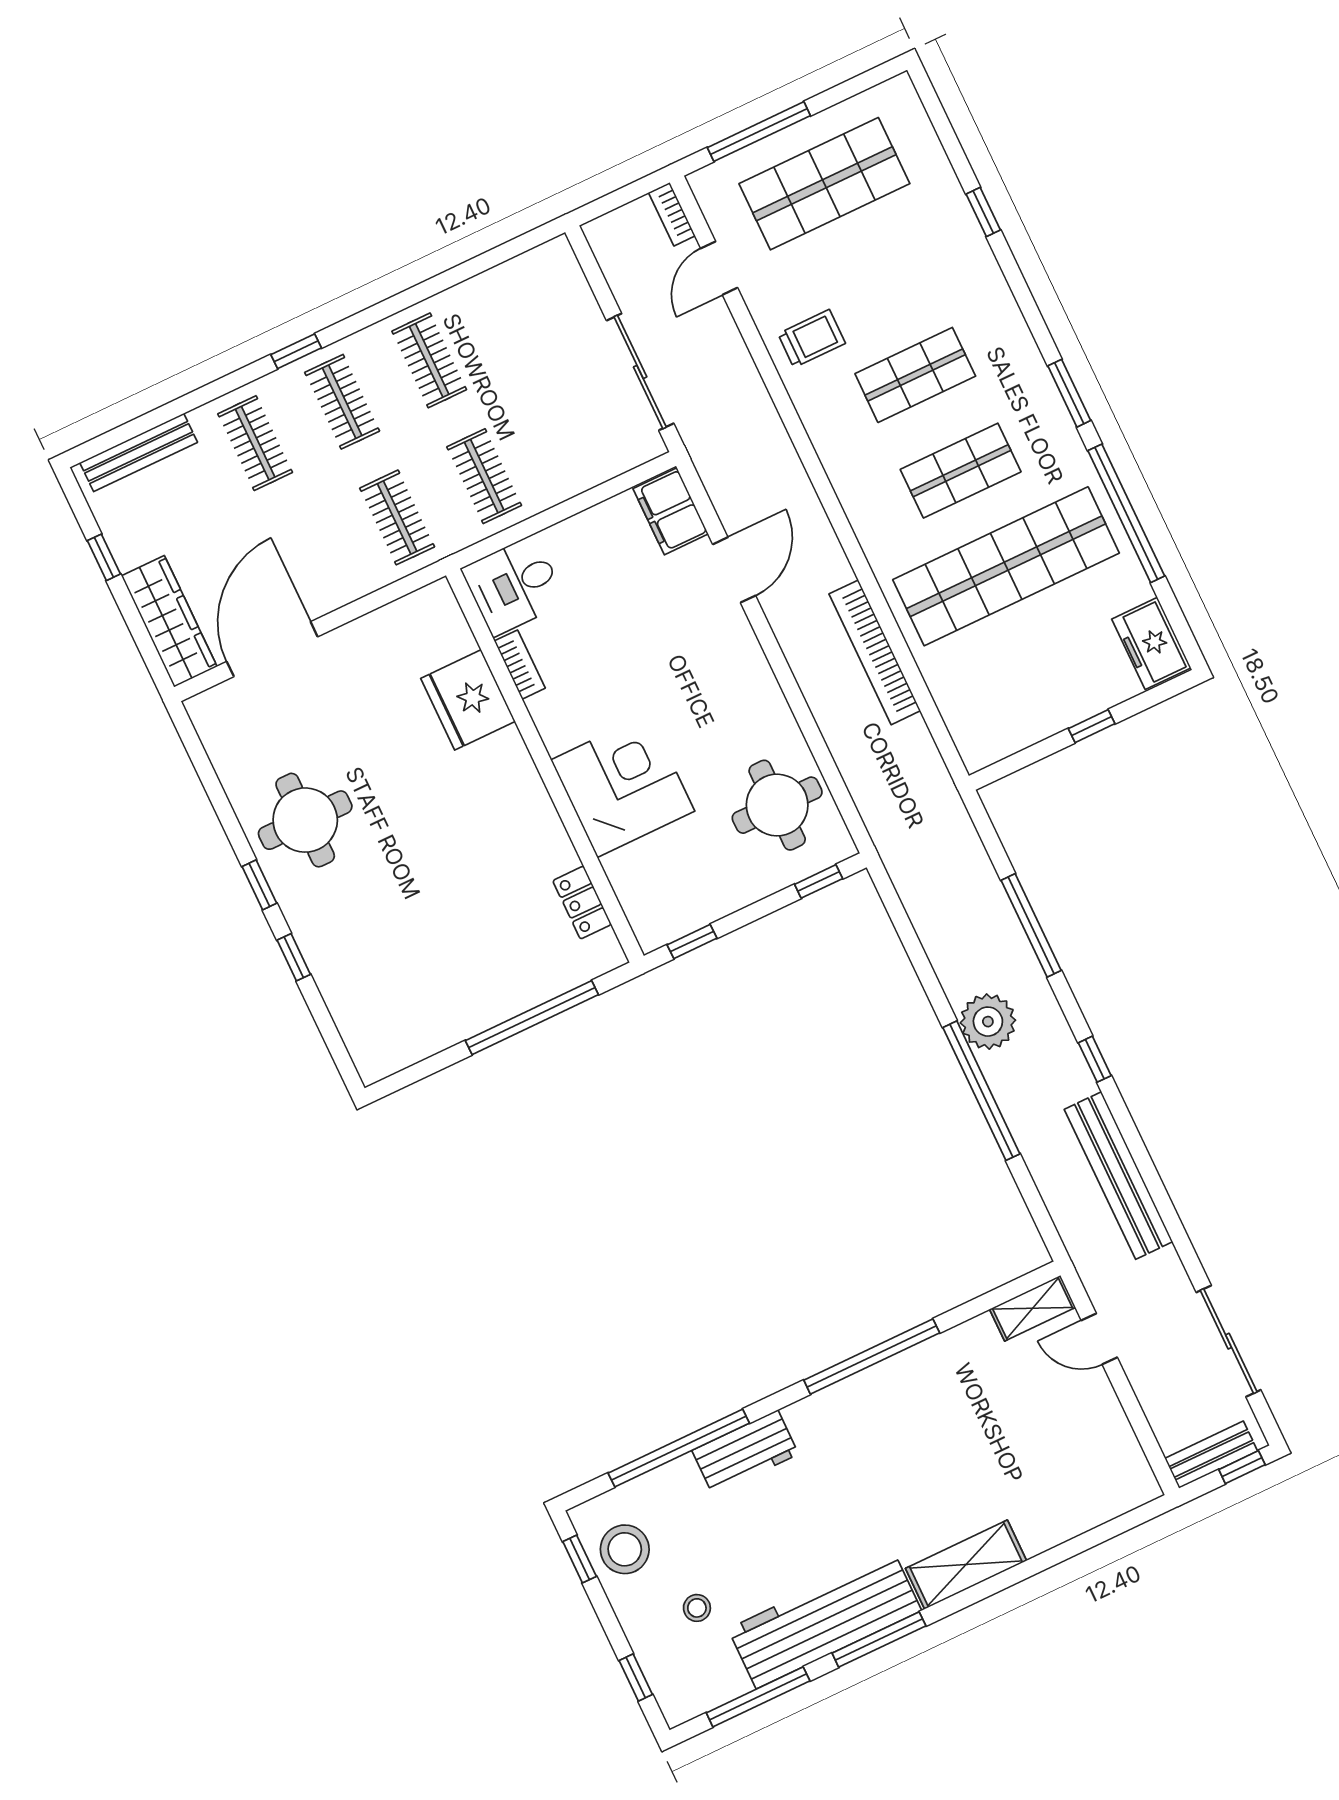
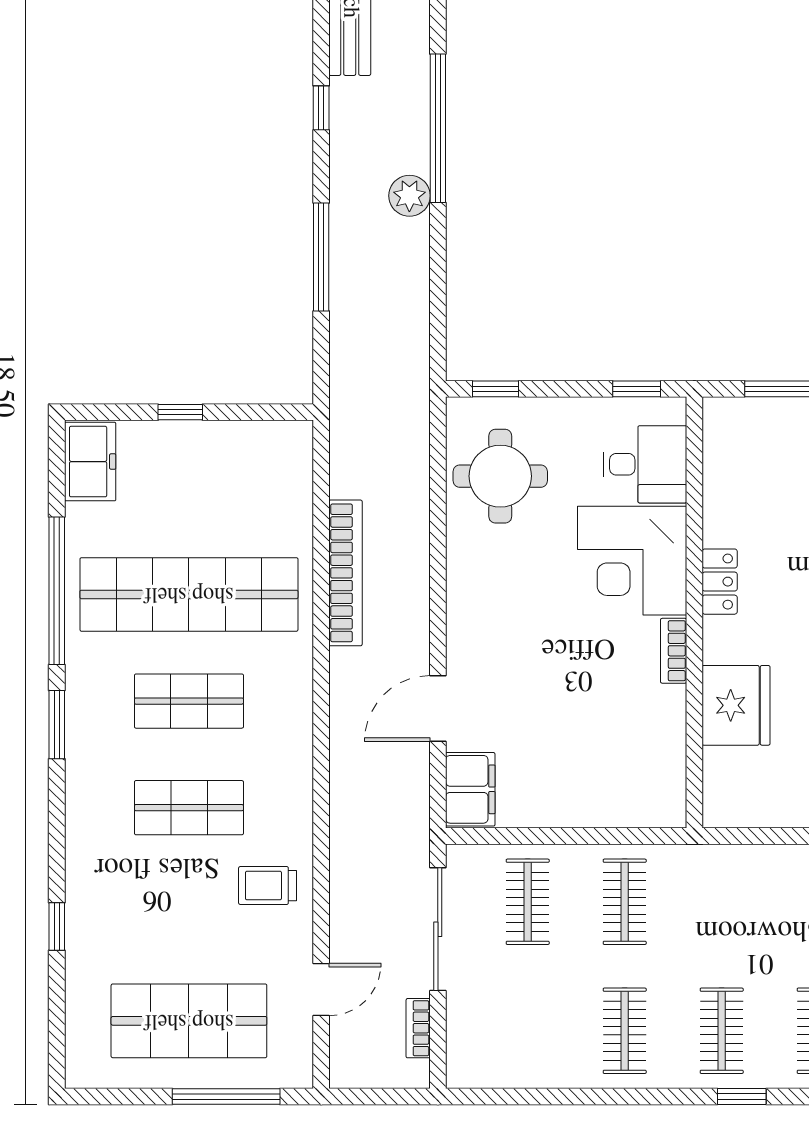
bookcase: (672, 214) -> (418, 1028), moved, turned 180
clothes rail: (397, 517) -> (528, 902), moved
desk: (514, 586) -> (645, 464), moved
bookcase: (520, 665) -> (674, 651), moved
locker: (582, 903) -> (720, 582), moved
plant: (988, 1022) -> (409, 196), width x0.73, depth x0.73

